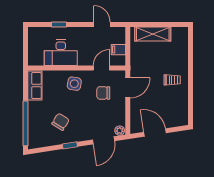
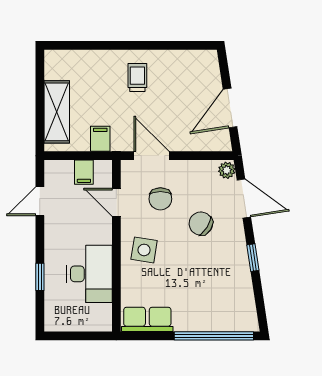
filing cabinet: (137, 59) -> (100, 139), added
chair: (61, 122) -> (201, 224), moved

